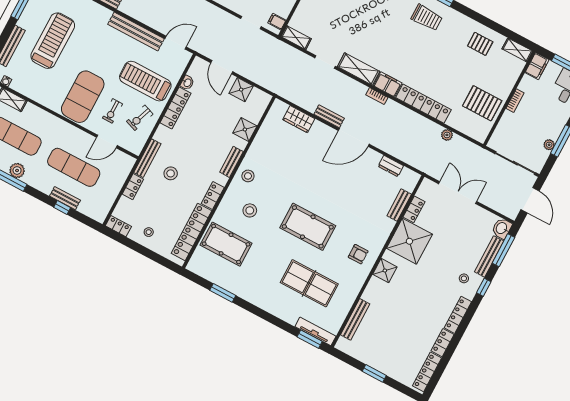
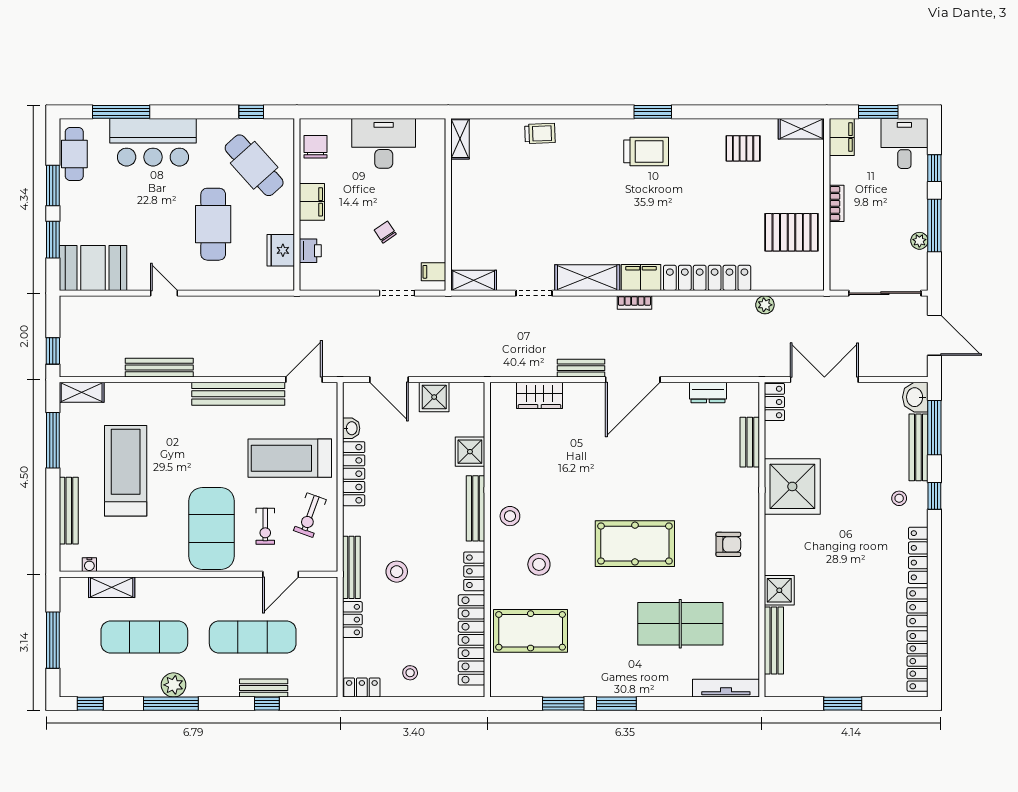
bench: (231, 162) -> (475, 508), width x1.36
locker: (414, 209) -> (774, 402), moved
shower: (385, 271) -> (779, 590), moved
window: (310, 339) -> (616, 704), moved

